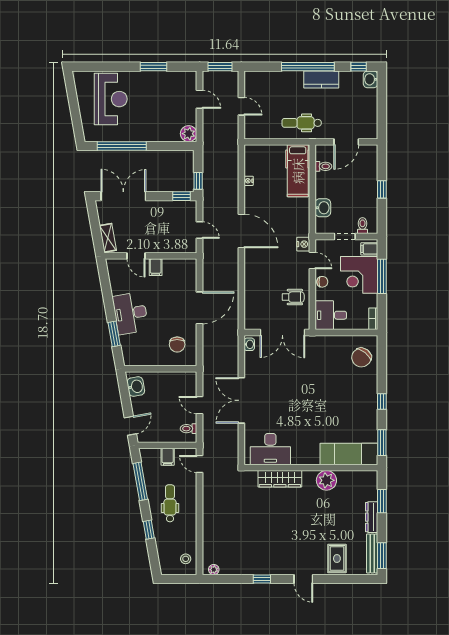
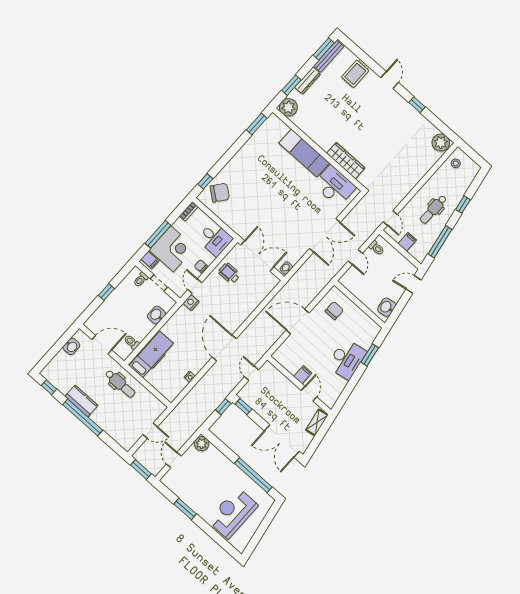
washbasin: (371, 79) -> (71, 346), moved
door: (241, 106) -> (150, 431), swing flipped
window: (382, 401) -> (205, 181), moved
exam couch: (349, 454) -> (304, 153), moved
plant: (326, 480) -> (288, 107), moved
plant: (214, 570) -> (441, 143), width x1.88, depth x1.88

